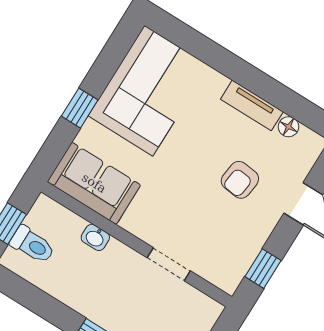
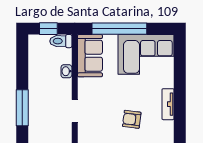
window: (80, 108) -> (119, 29), width x3.17
floor lamp: (288, 127) -> (169, 126), removed
toilet: (32, 245) -> (61, 41), moved, turned 90

